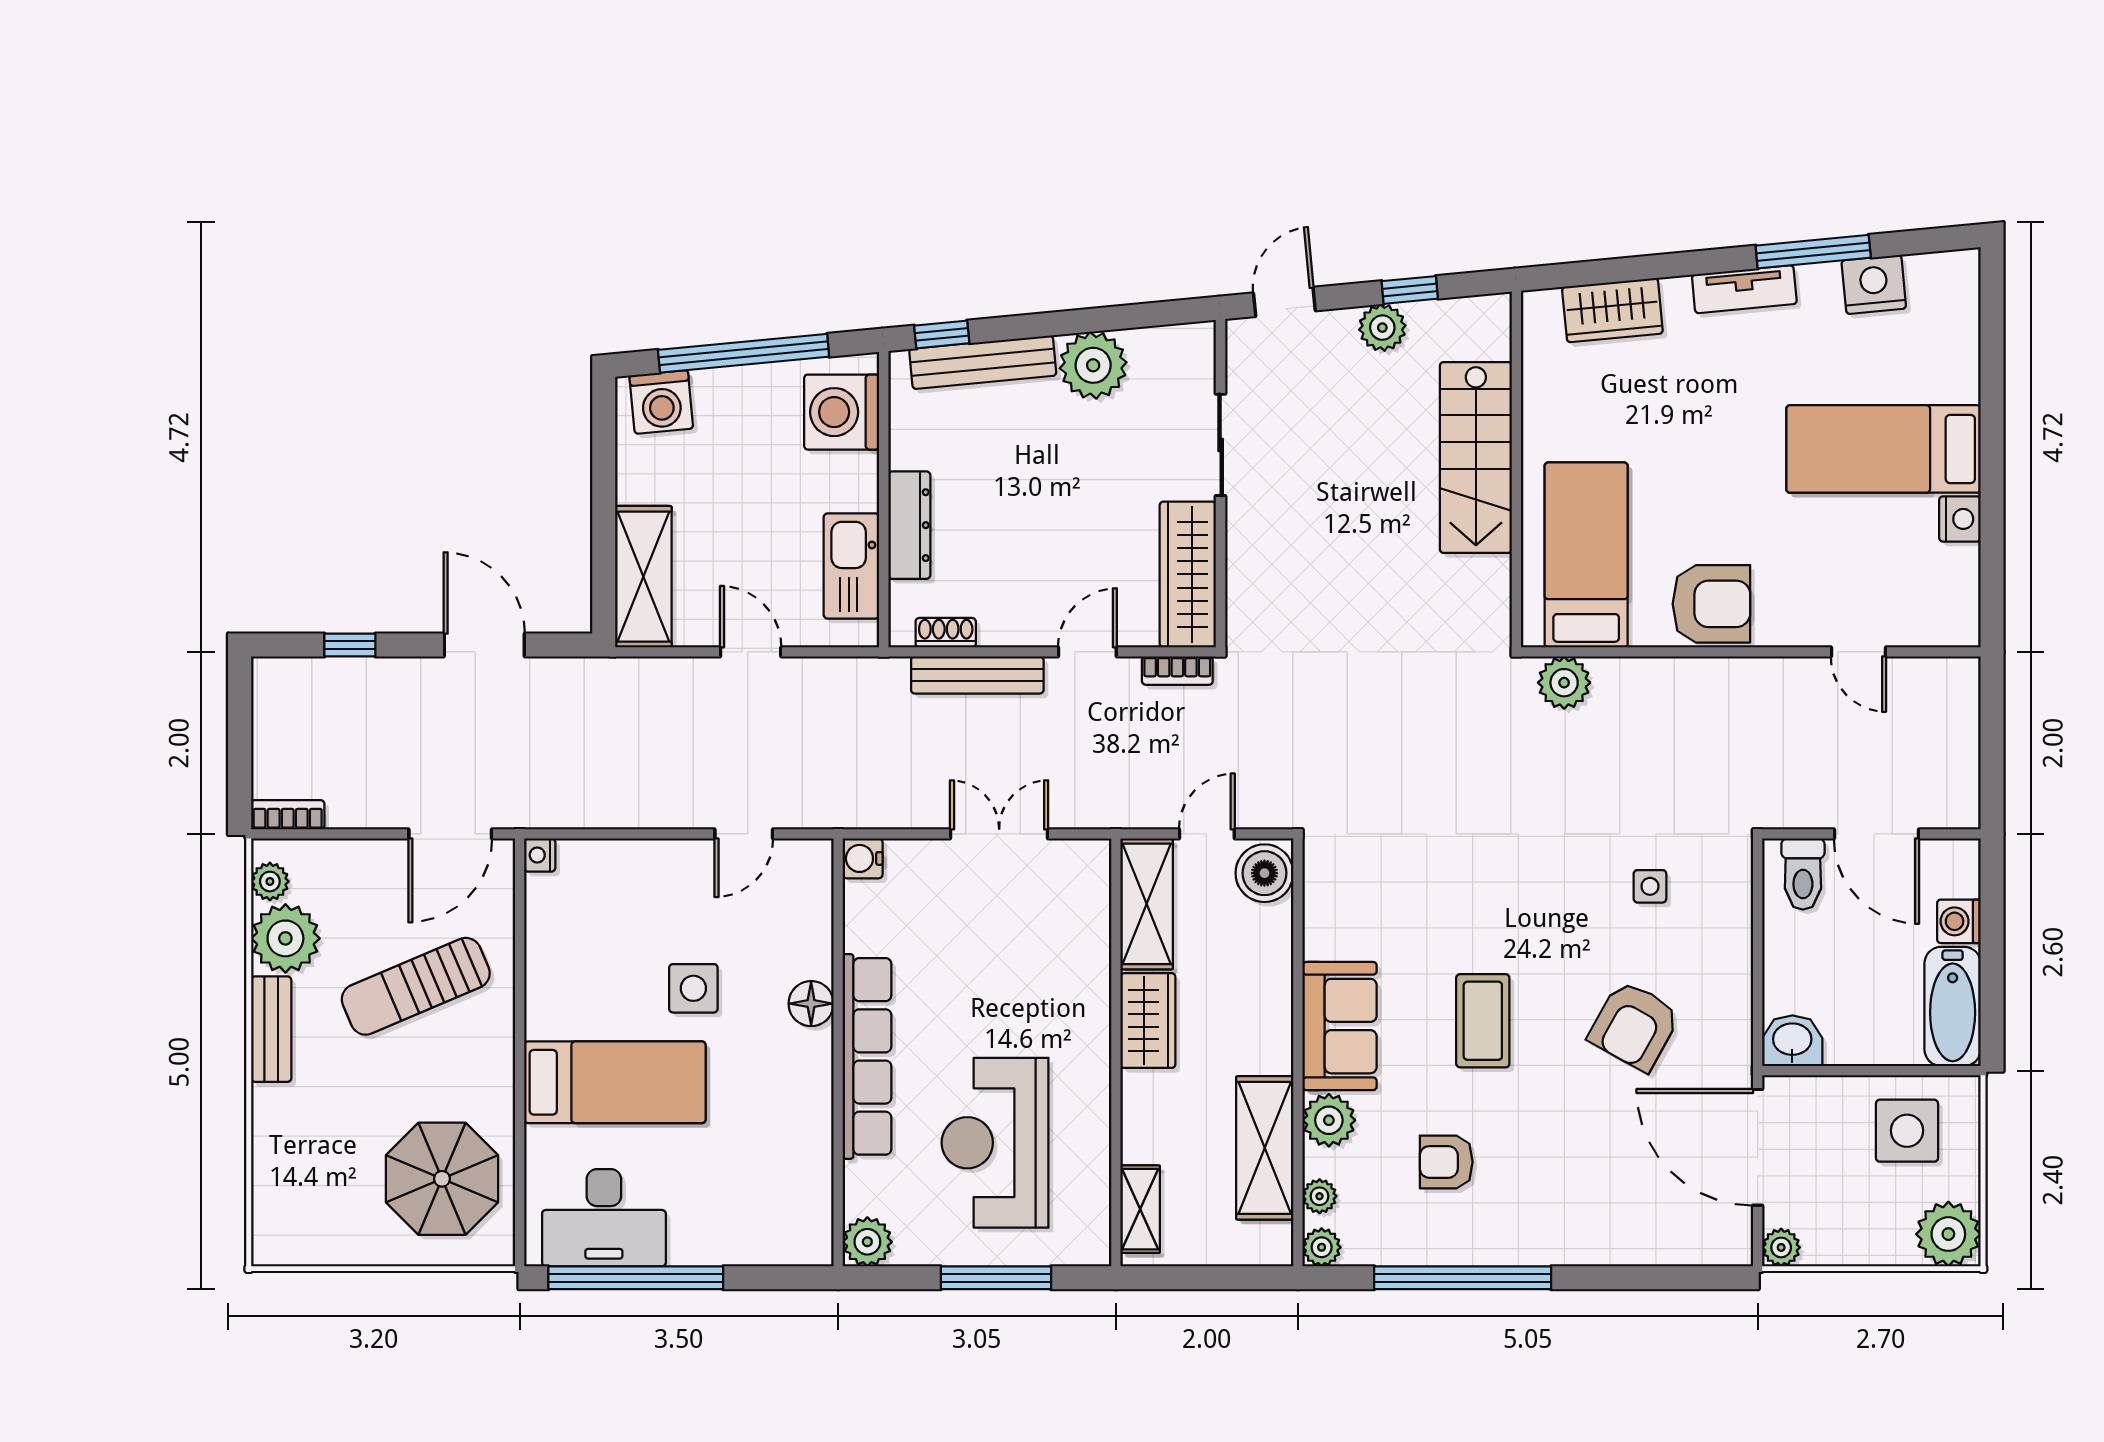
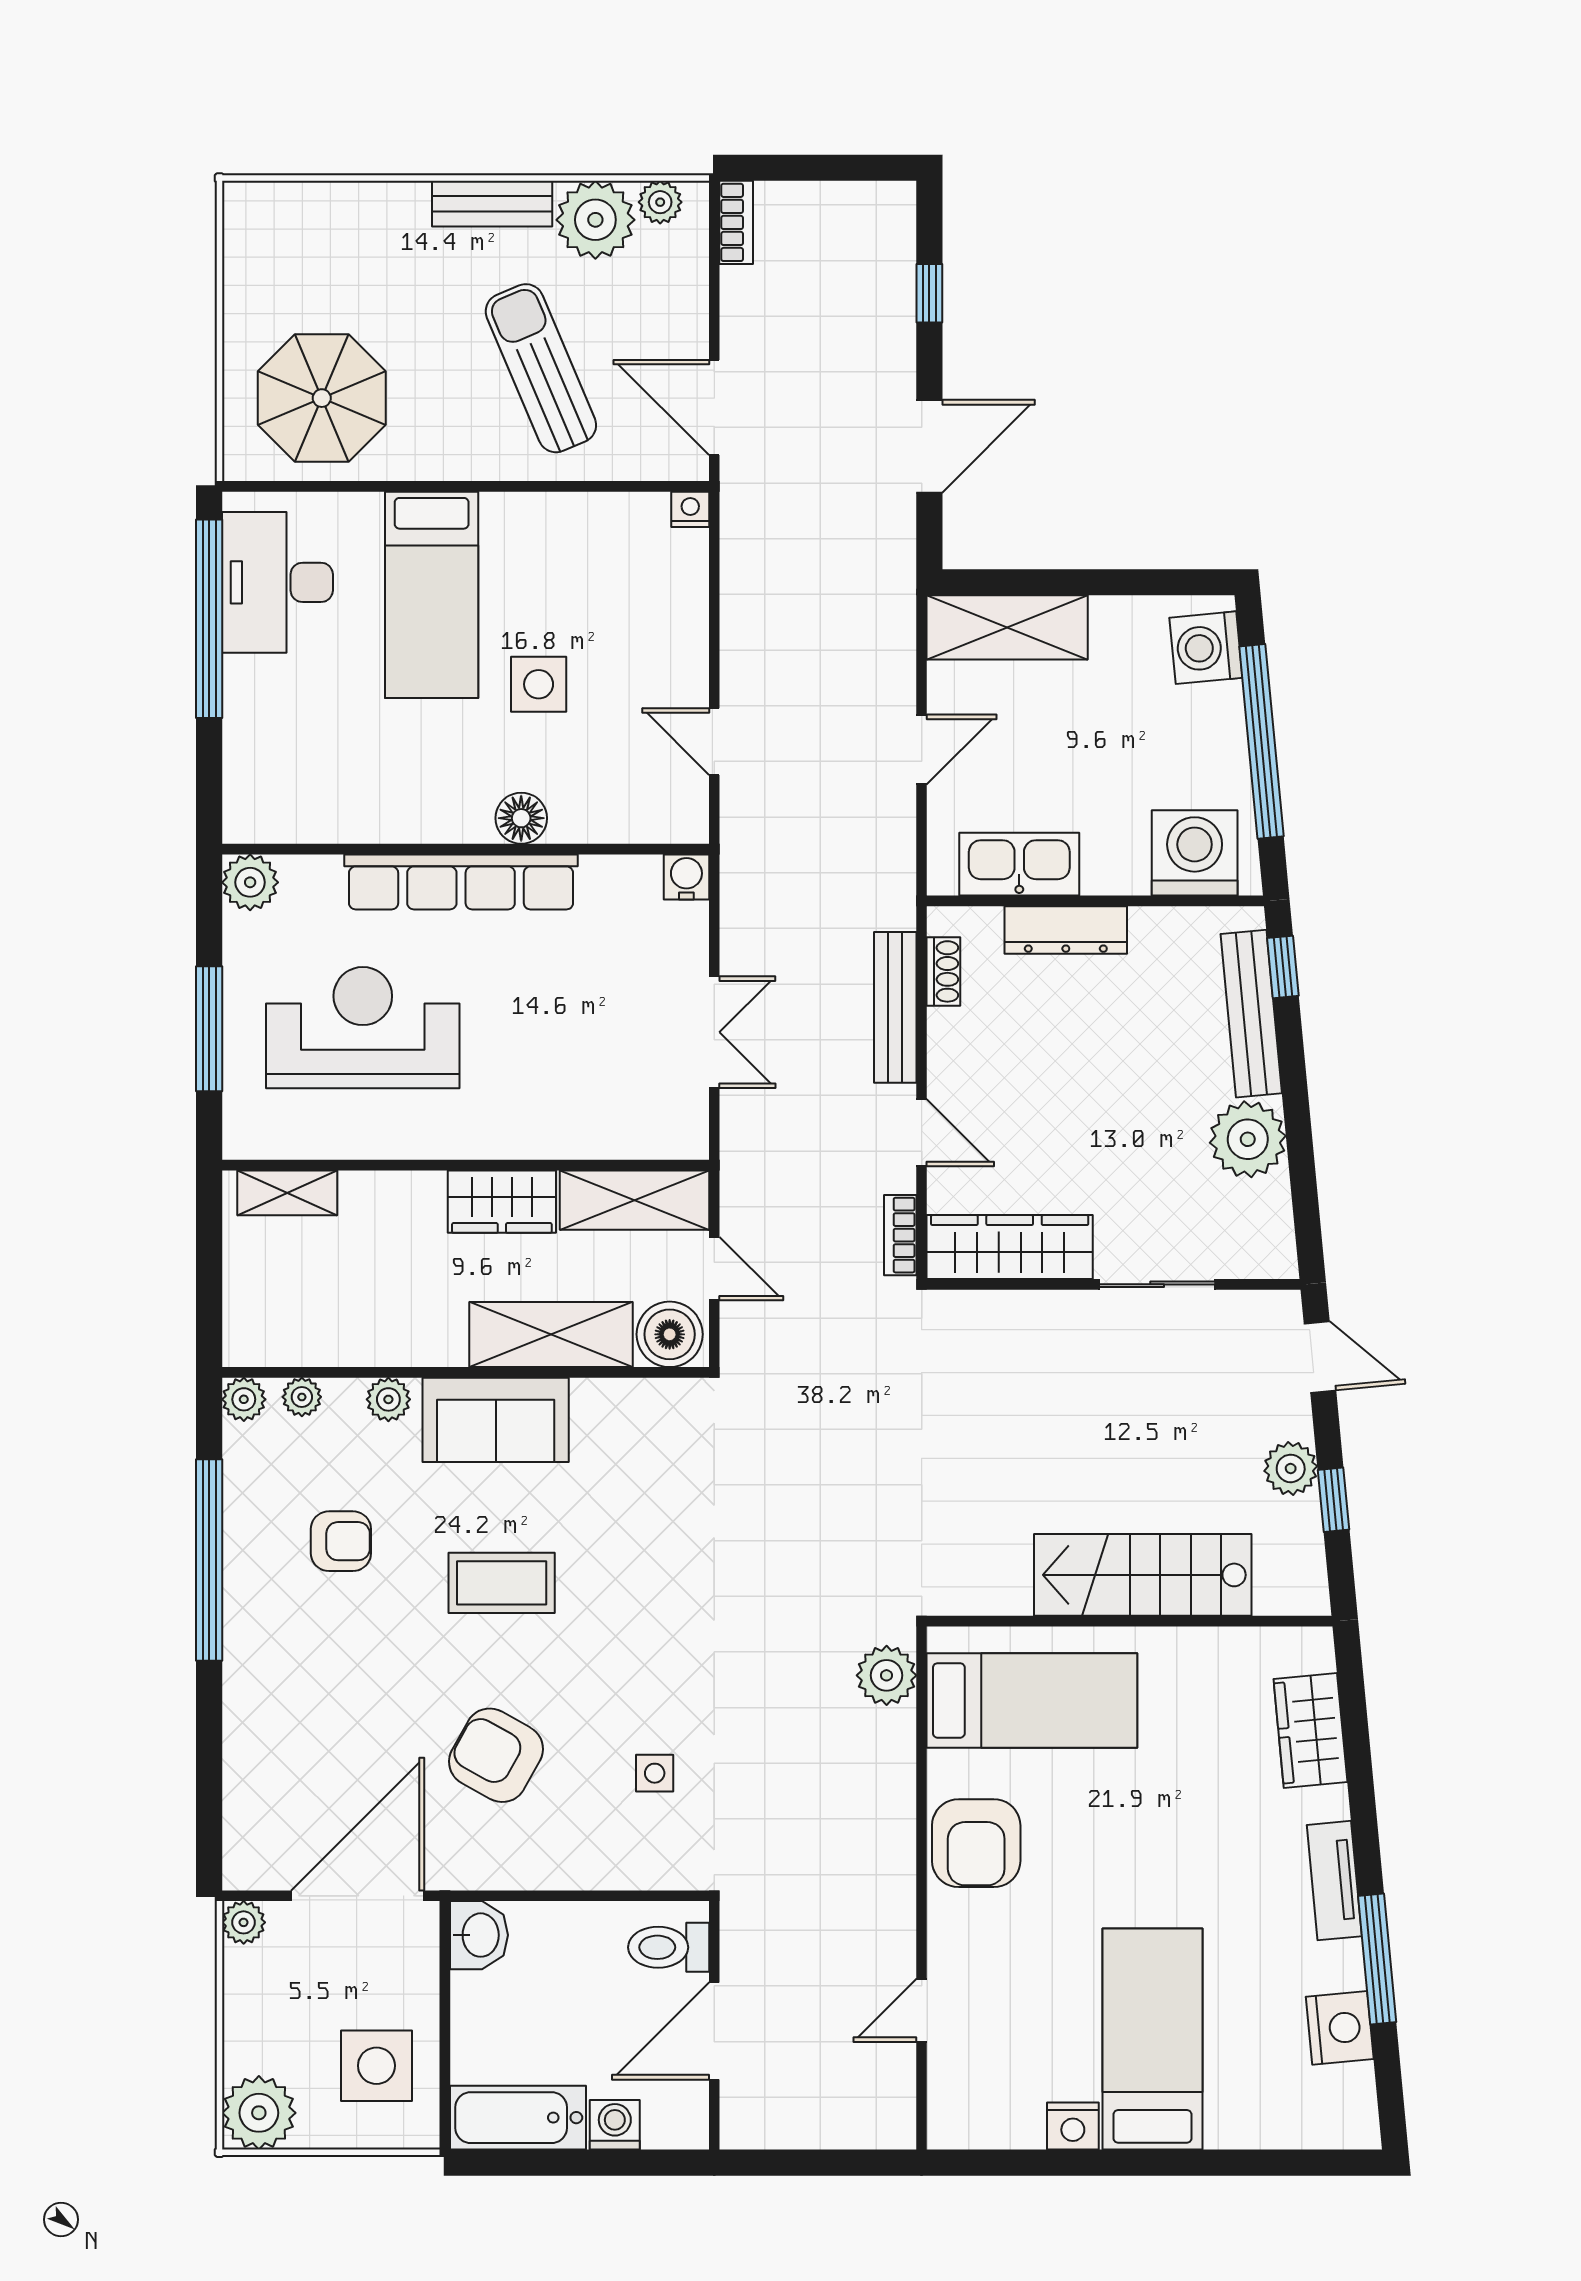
plant: (1329, 1120) -> (388, 1399), width x0.73, depth x0.73
shelving: (1265, 1148) -> (551, 1335), moved
armchair: (1446, 1162) -> (341, 1541), turned 90

